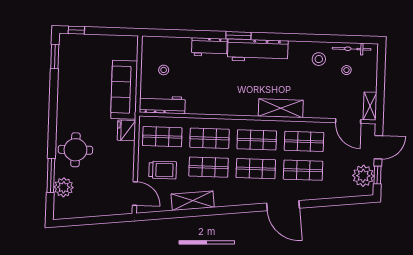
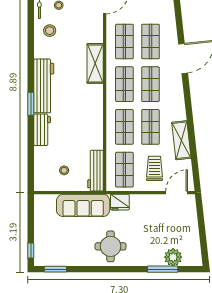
round table: (75, 150) -> (111, 246), moved

